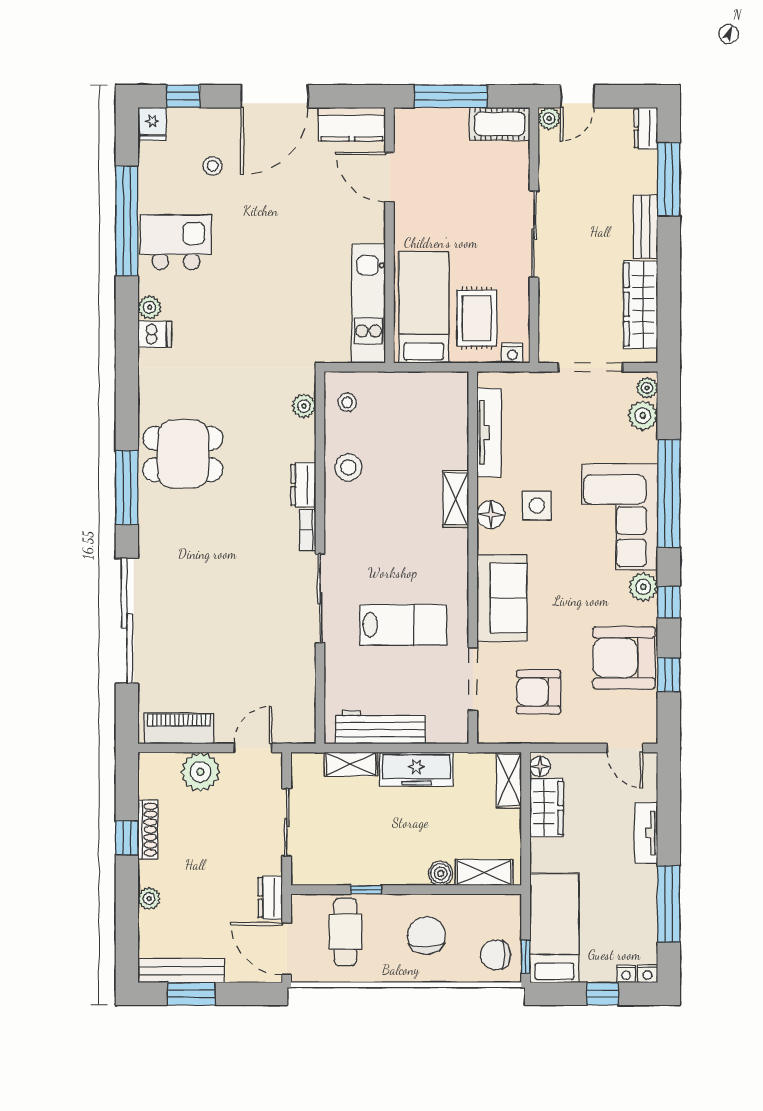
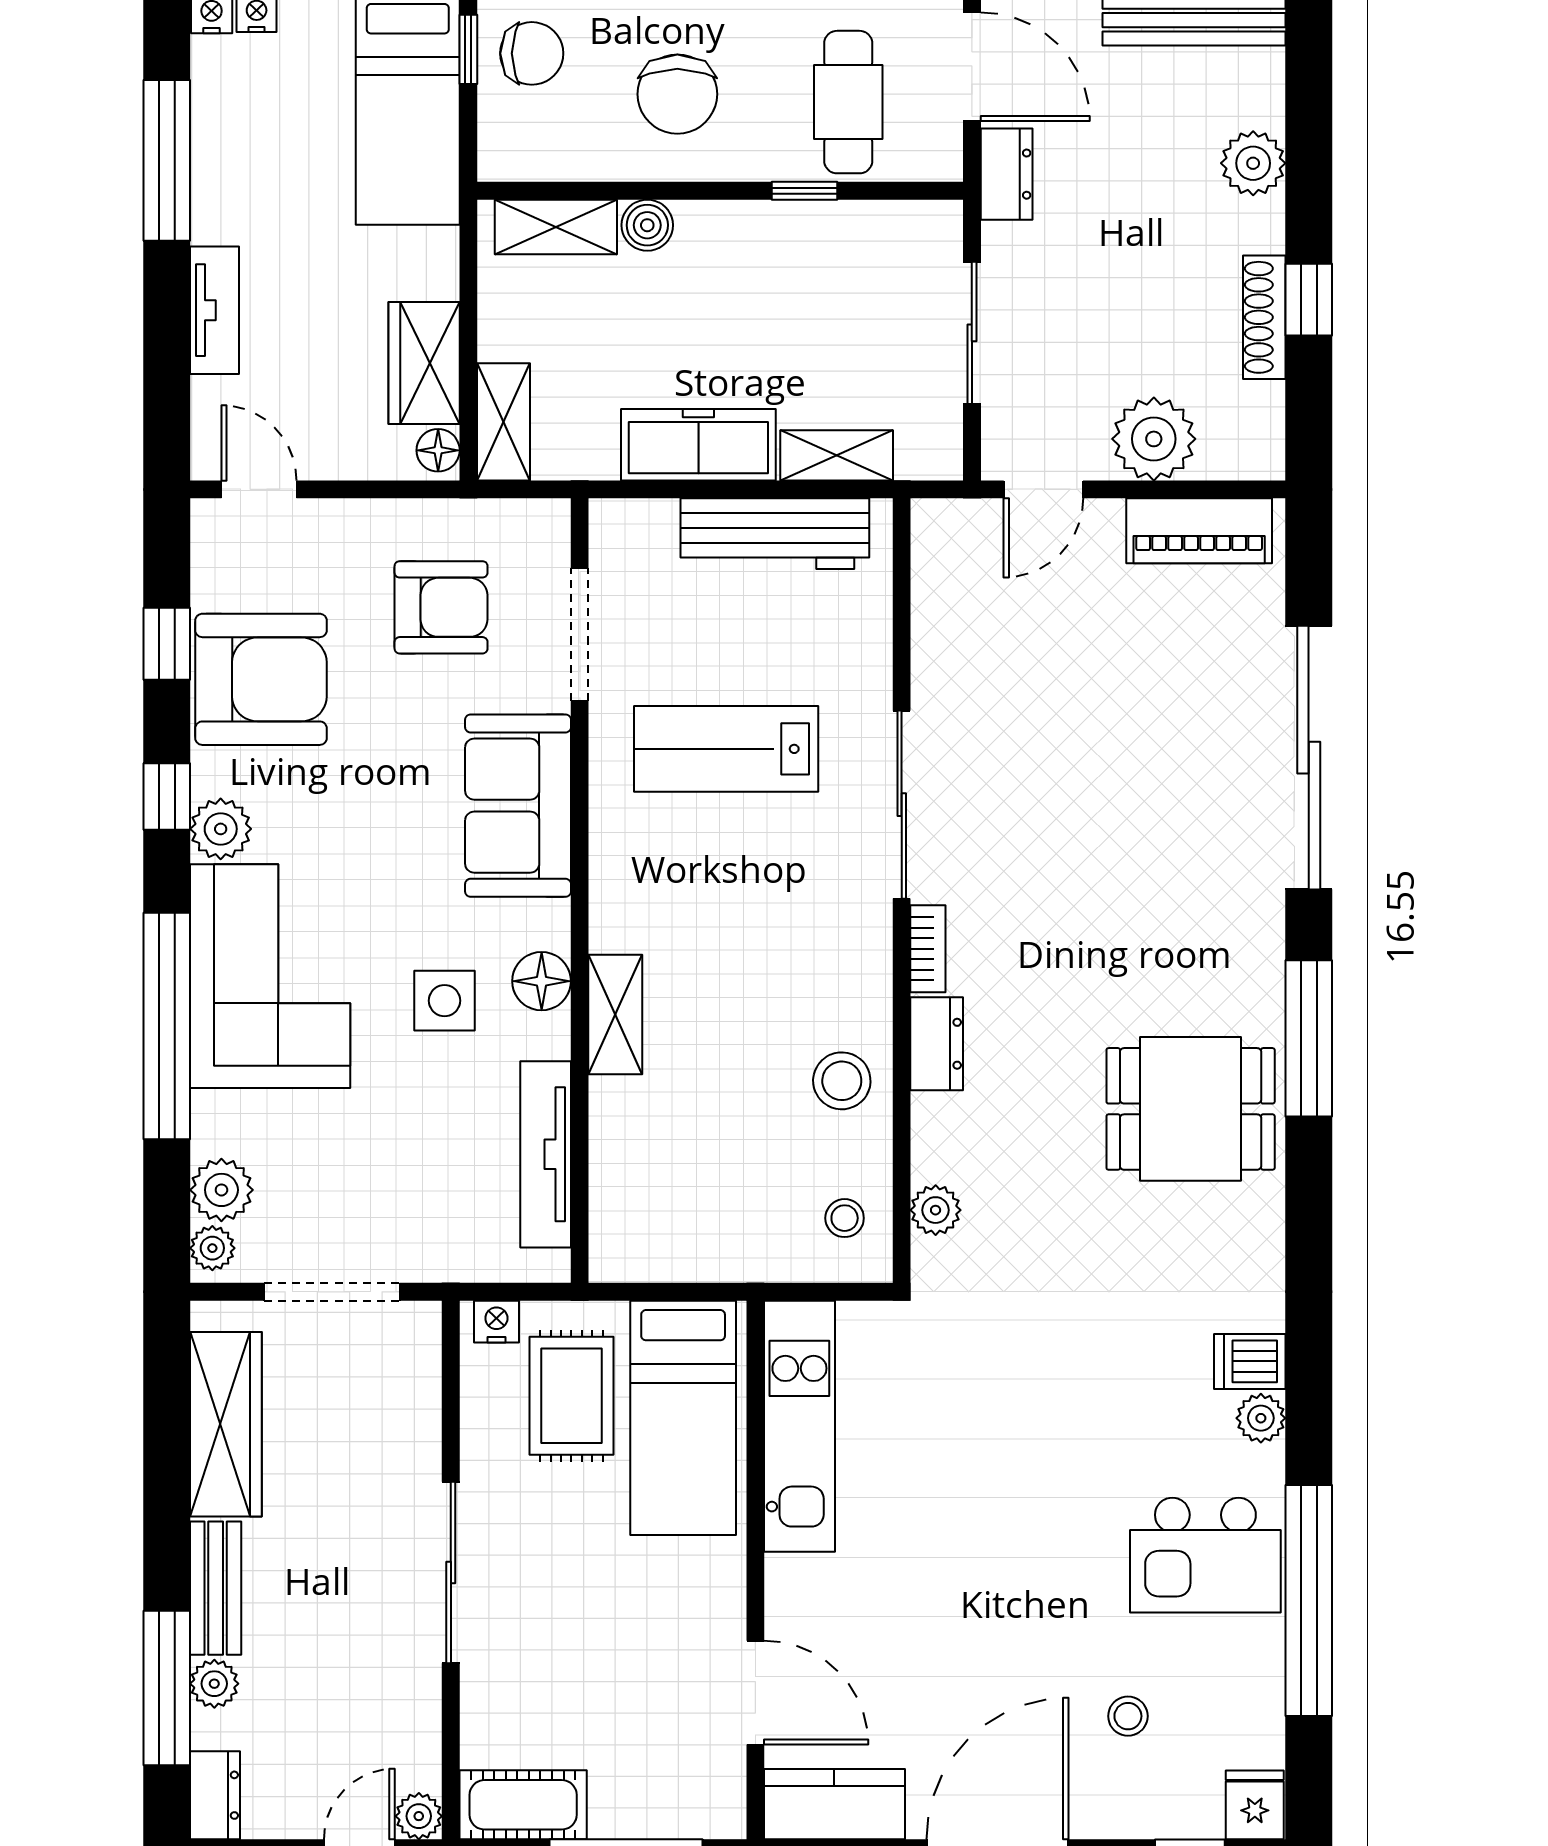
plant: (646, 181) -> (214, 1684), added
plant: (149, 899) -> (1253, 163), width x1.38, depth x1.38

